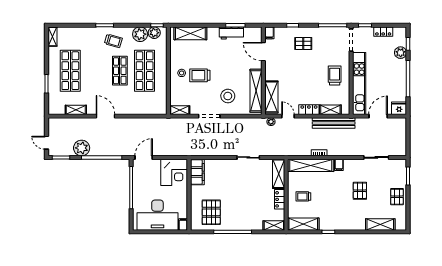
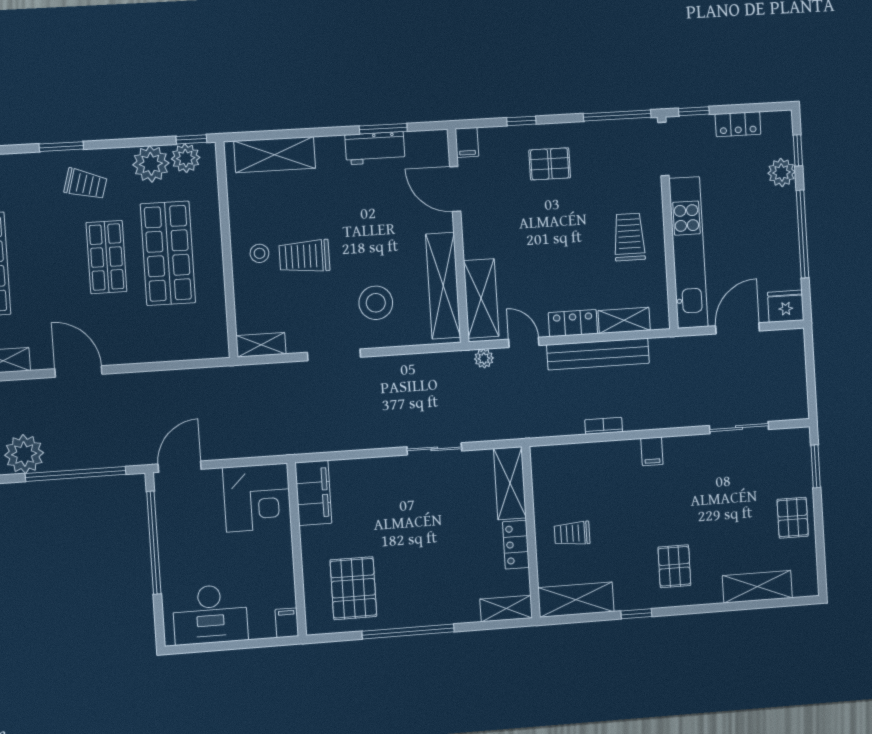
bench: (334, 123) -> (598, 354), moved
shelving: (311, 165) -> (585, 457), removed
pallet: (360, 191) -> (674, 566), moved
desk: (157, 215) -> (210, 614), width x0.73, depth x0.77

